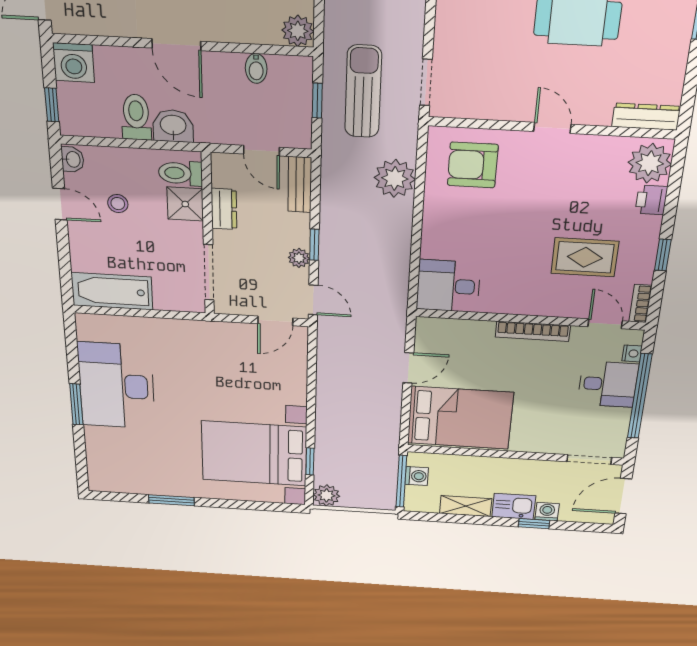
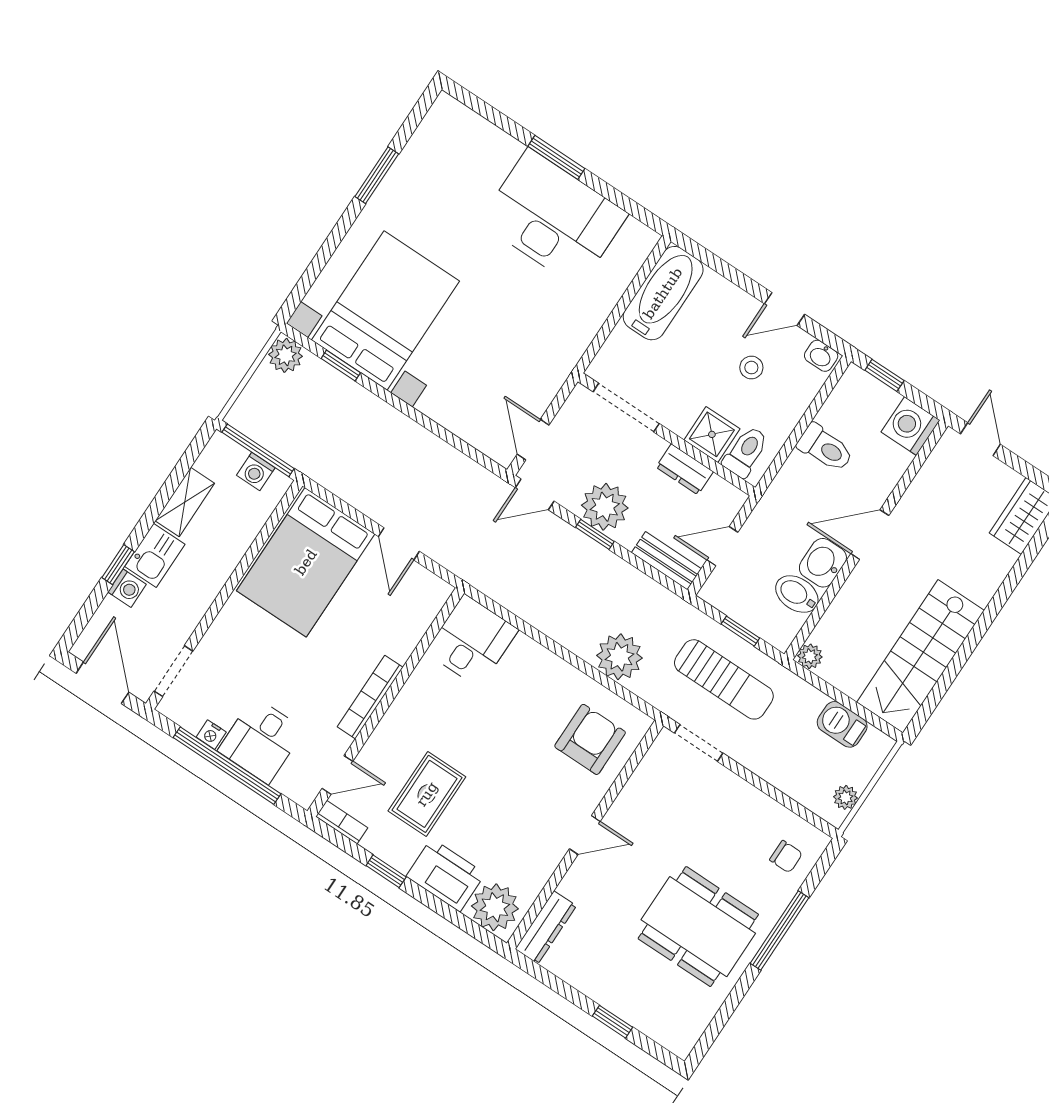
plant: (298, 31) -> (810, 656), width x0.73, depth x0.73
bidet: (256, 68) -> (797, 594), width x1.38, depth x1.36
washbasin: (173, 126) -> (823, 563), moved, turned 180
printer: (651, 200) -> (446, 875), width x1.87, depth x1.48
plant: (299, 258) -> (605, 507), width x1.88, depth x1.88
nightstand: (632, 353) -> (211, 735), moved

